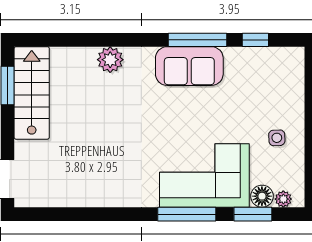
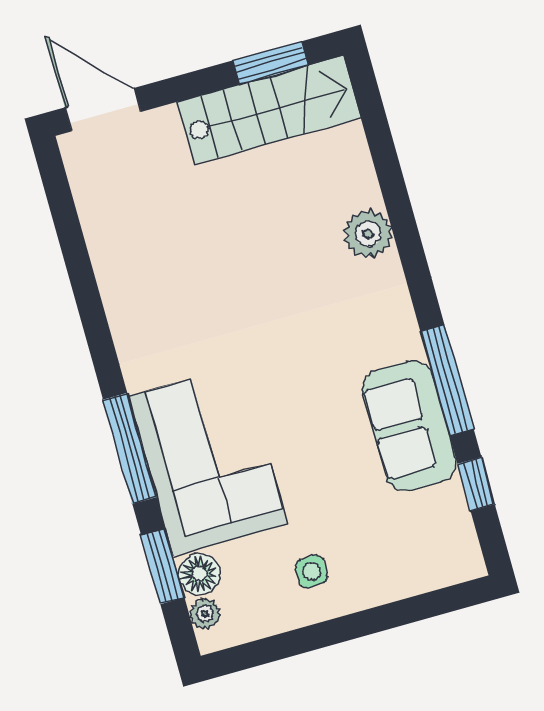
sofa: (189, 66) -> (409, 426), moved

